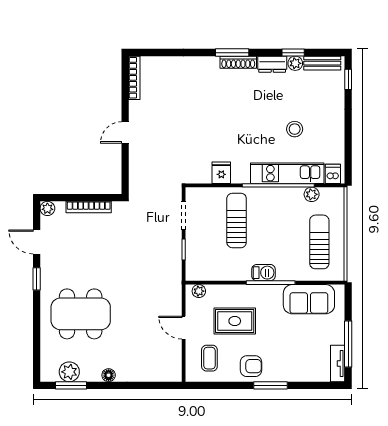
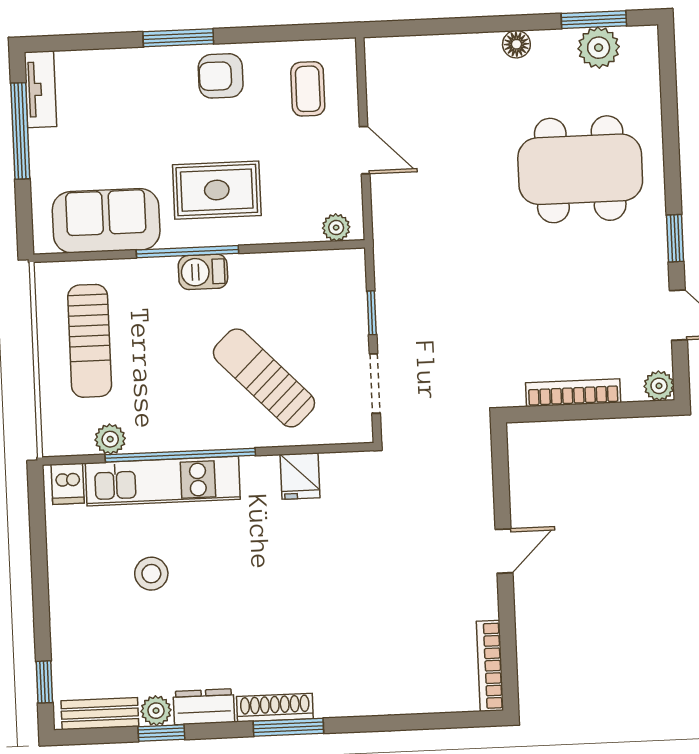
sun lounger: (237, 220) -> (264, 378), turned 136
rug: (235, 321) -> (217, 190), moved

